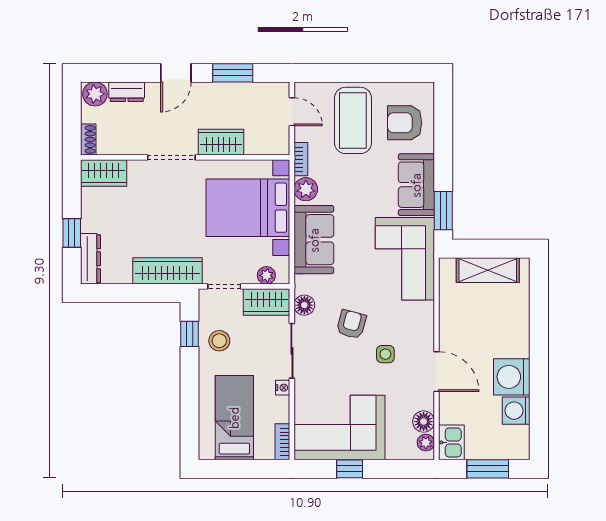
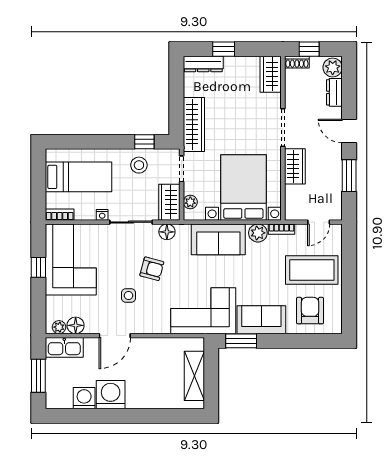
window: (72, 124) -> (309, 49), added
kitchen sink: (451, 442) -> (64, 347), width x1.38

